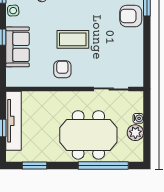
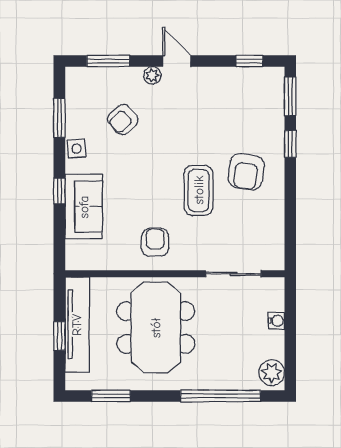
armchair: (131, 16) -> (246, 172), moved, turned -82
coffee table: (73, 39) -> (199, 190), moved, turned 90
plant: (135, 133) -> (272, 373), moved
meeting table: (88, 135) -> (156, 328), moved, turned 90

